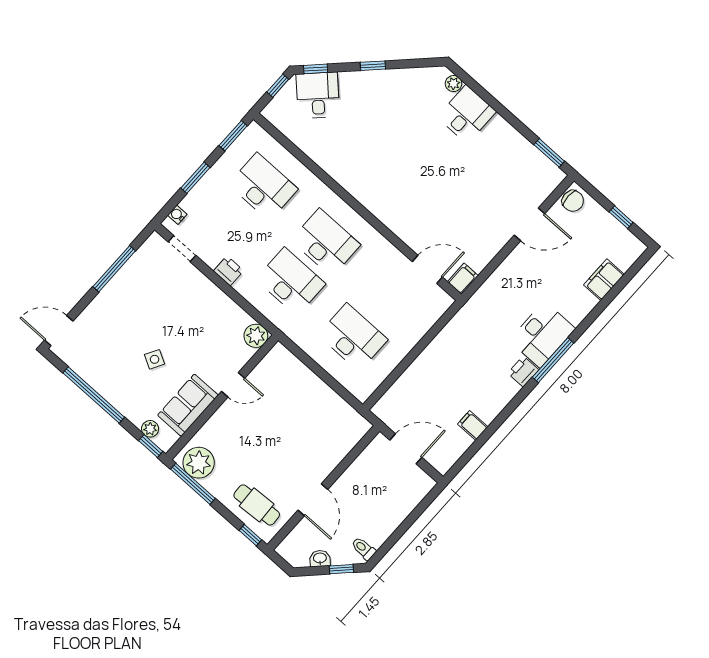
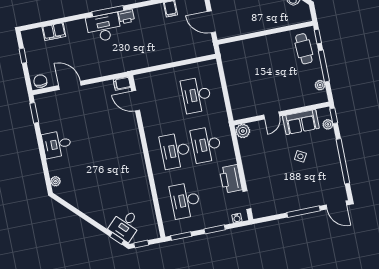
window: (373, 66) -> (88, 219), removed
desk: (467, 114) -> (57, 144), moved
window: (114, 269) -> (304, 212), moved
printer: (229, 271) -> (231, 179), width x1.87, depth x1.48
door: (233, 385) -> (272, 115), swing flipped
plant: (199, 463) -> (320, 85), width x0.53, depth x0.53
window: (193, 484) -> (324, 66), moved
door: (313, 500) -> (275, 31), removed

